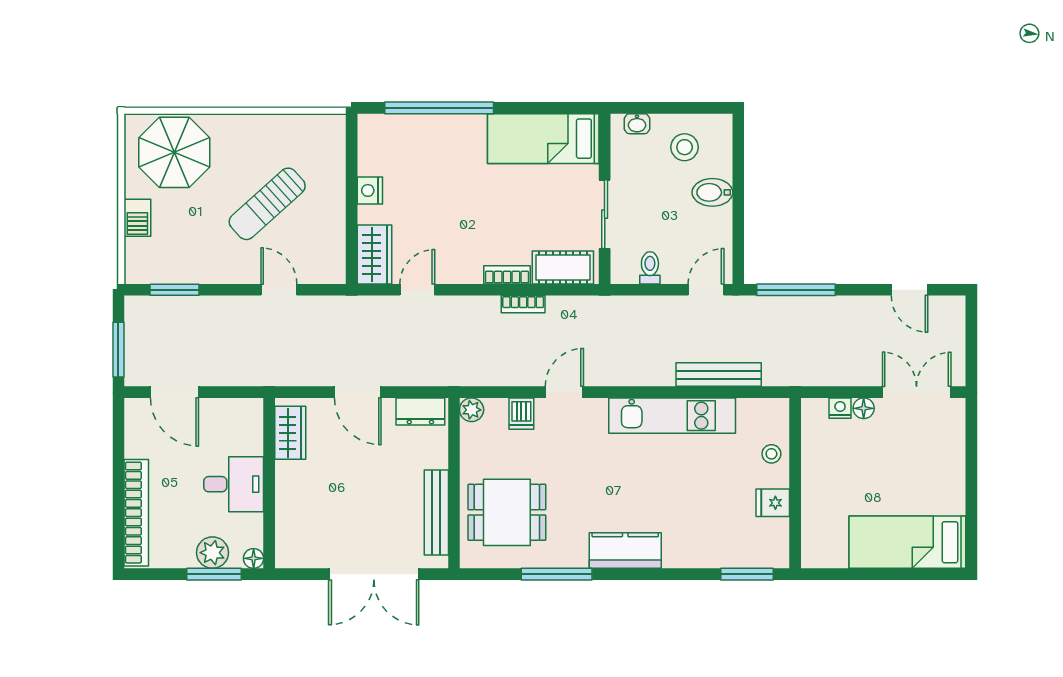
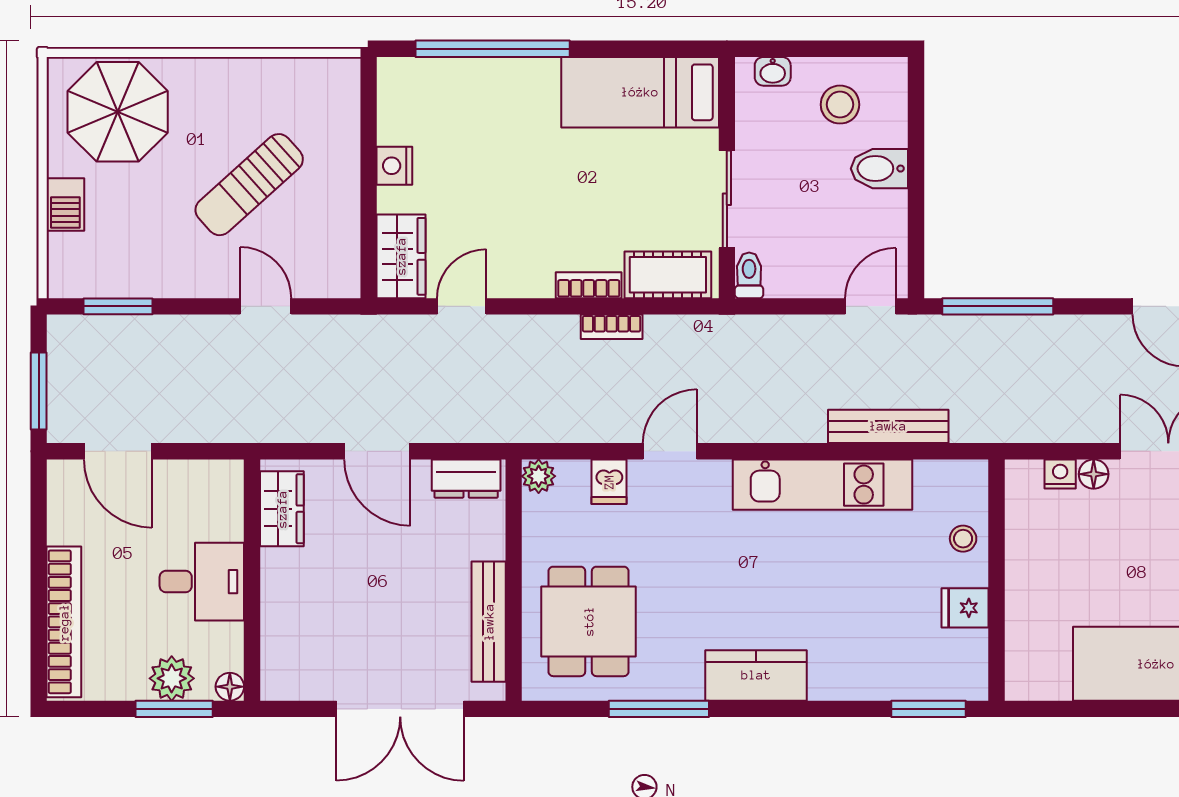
toilet: (650, 268) -> (749, 275), moved
dining table: (507, 512) -> (589, 621), turned 90

